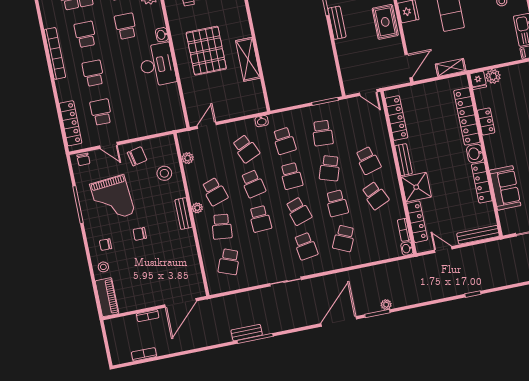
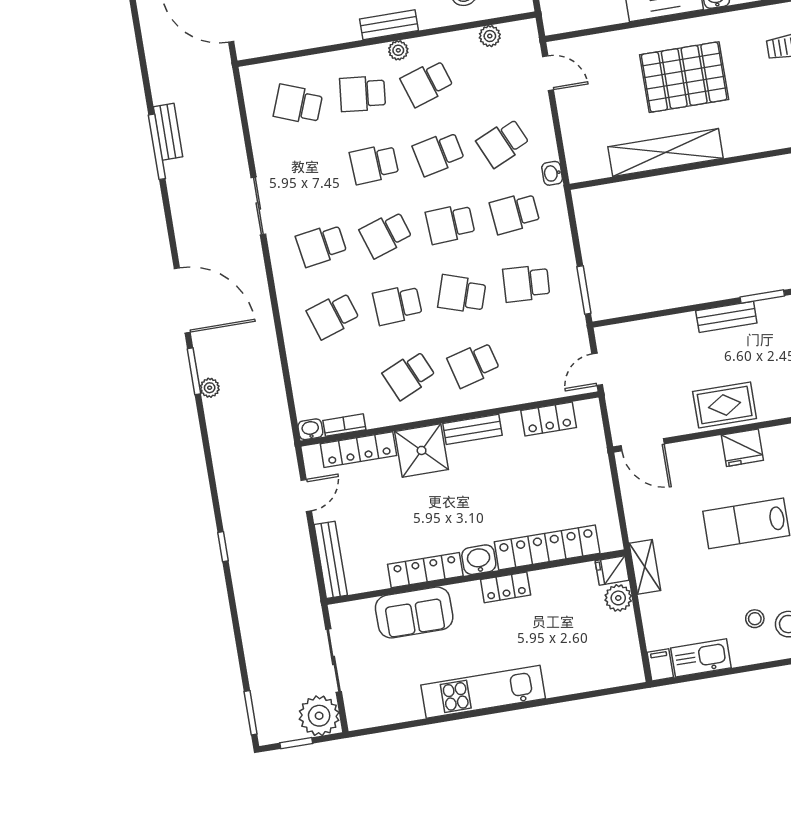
shelving: (248, 59) -> (666, 152), width x1.47
shelving: (451, 67) -> (645, 567), moved
locker: (396, 118) -> (549, 419), width x0.66
locker: (486, 121) -> (506, 587), moved
school desk: (344, 238) -> (333, 315), turned -42

